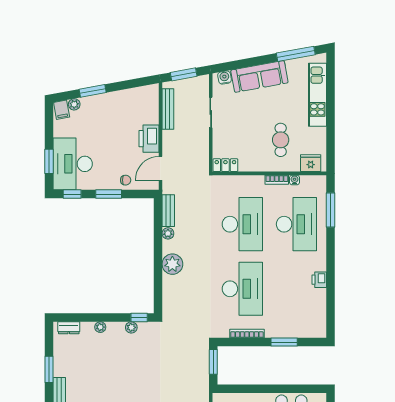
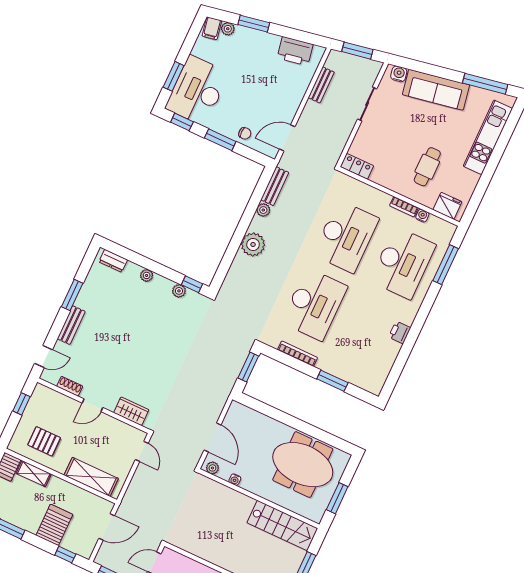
bench: (168, 109) -> (321, 85), width x0.73
printer: (149, 139) -> (295, 51), moved, turned -100

